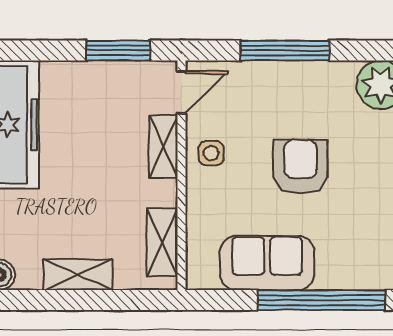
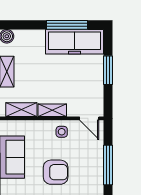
window: (118, 50) -> (108, 70), moved
shelving: (163, 147) -> (52, 110), moved

